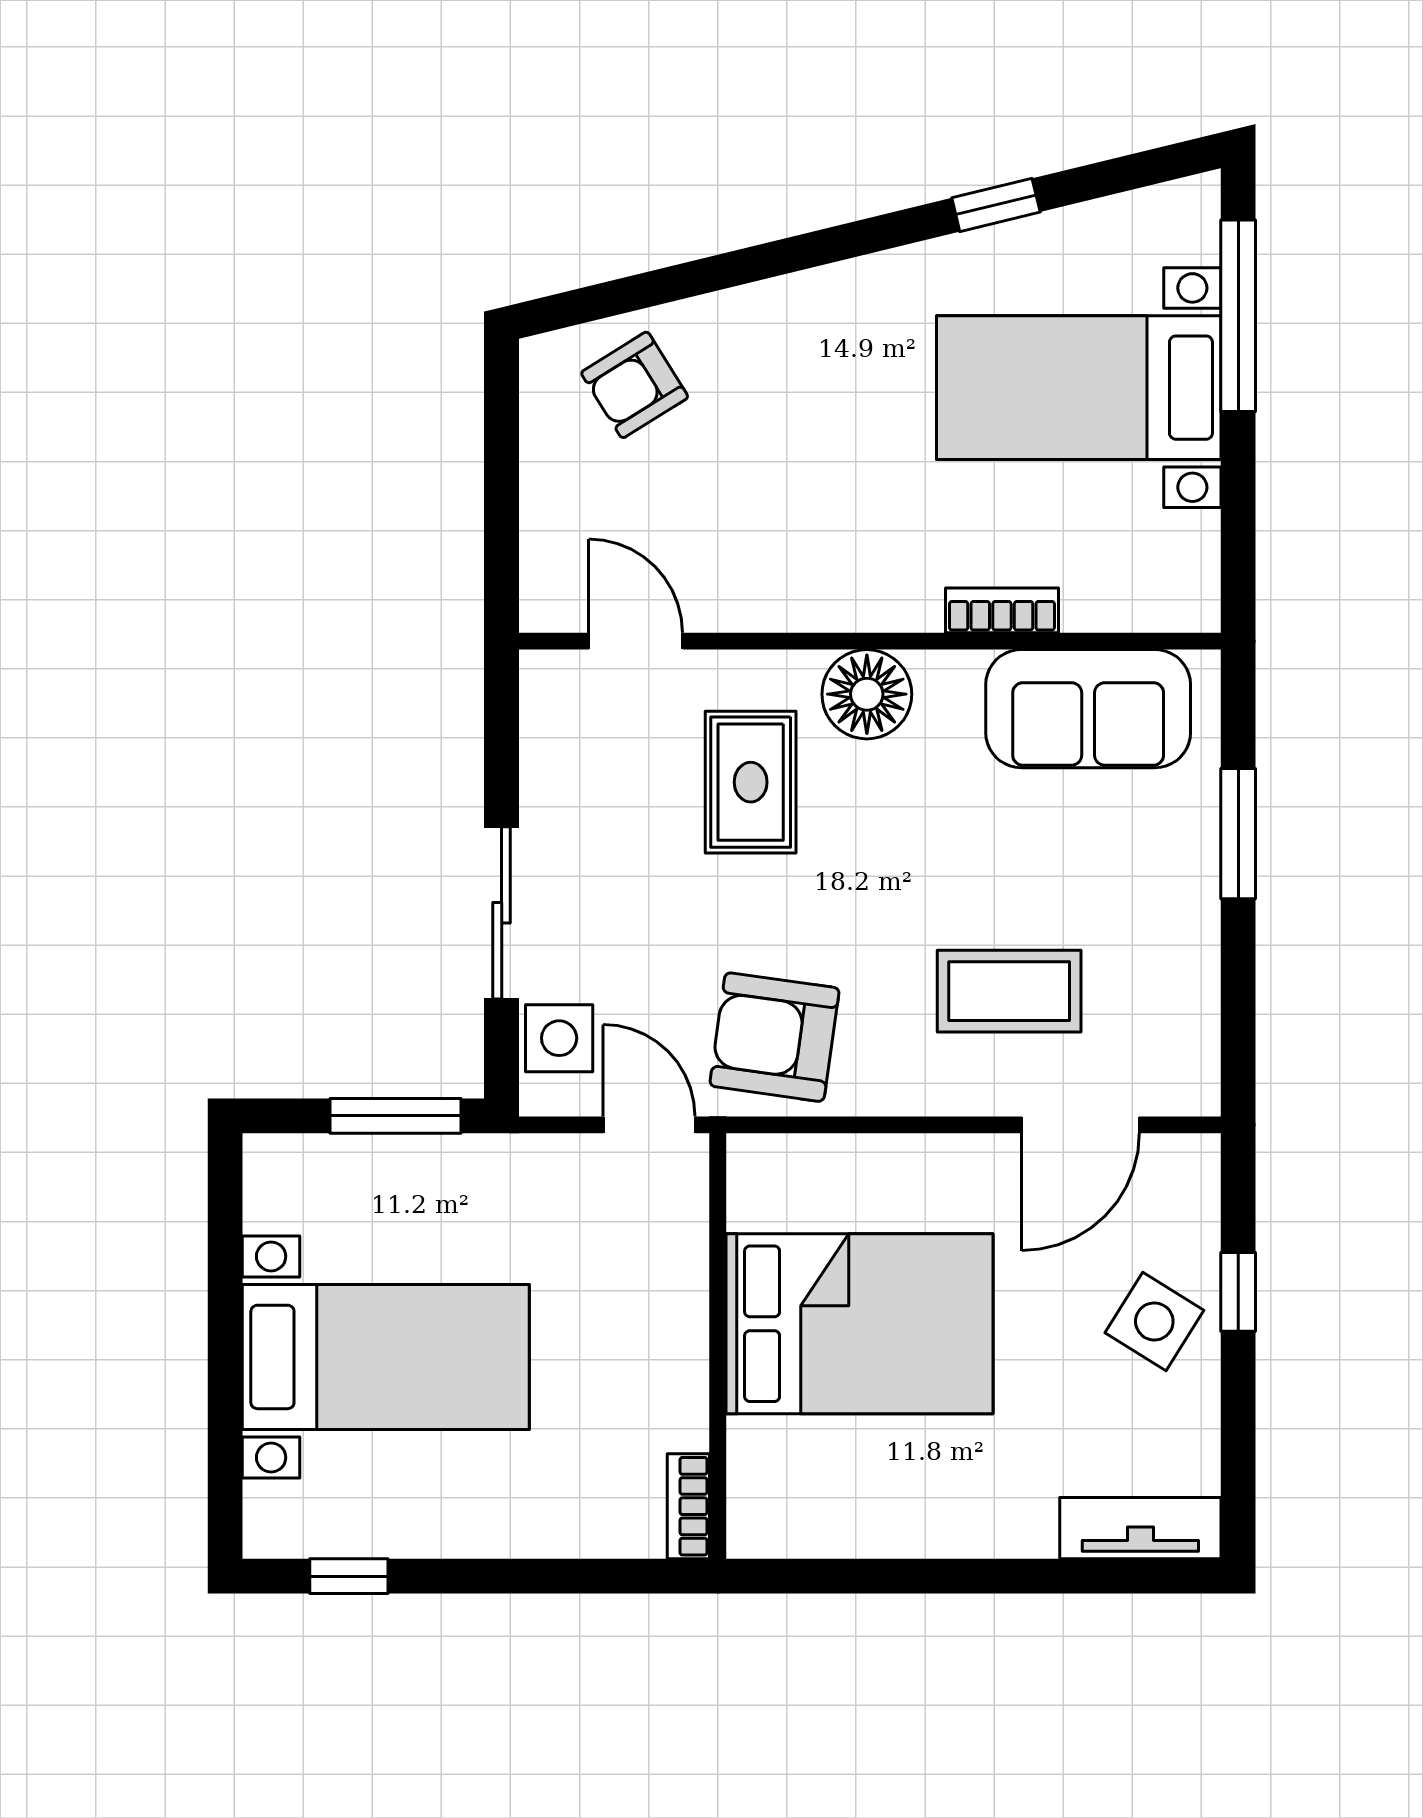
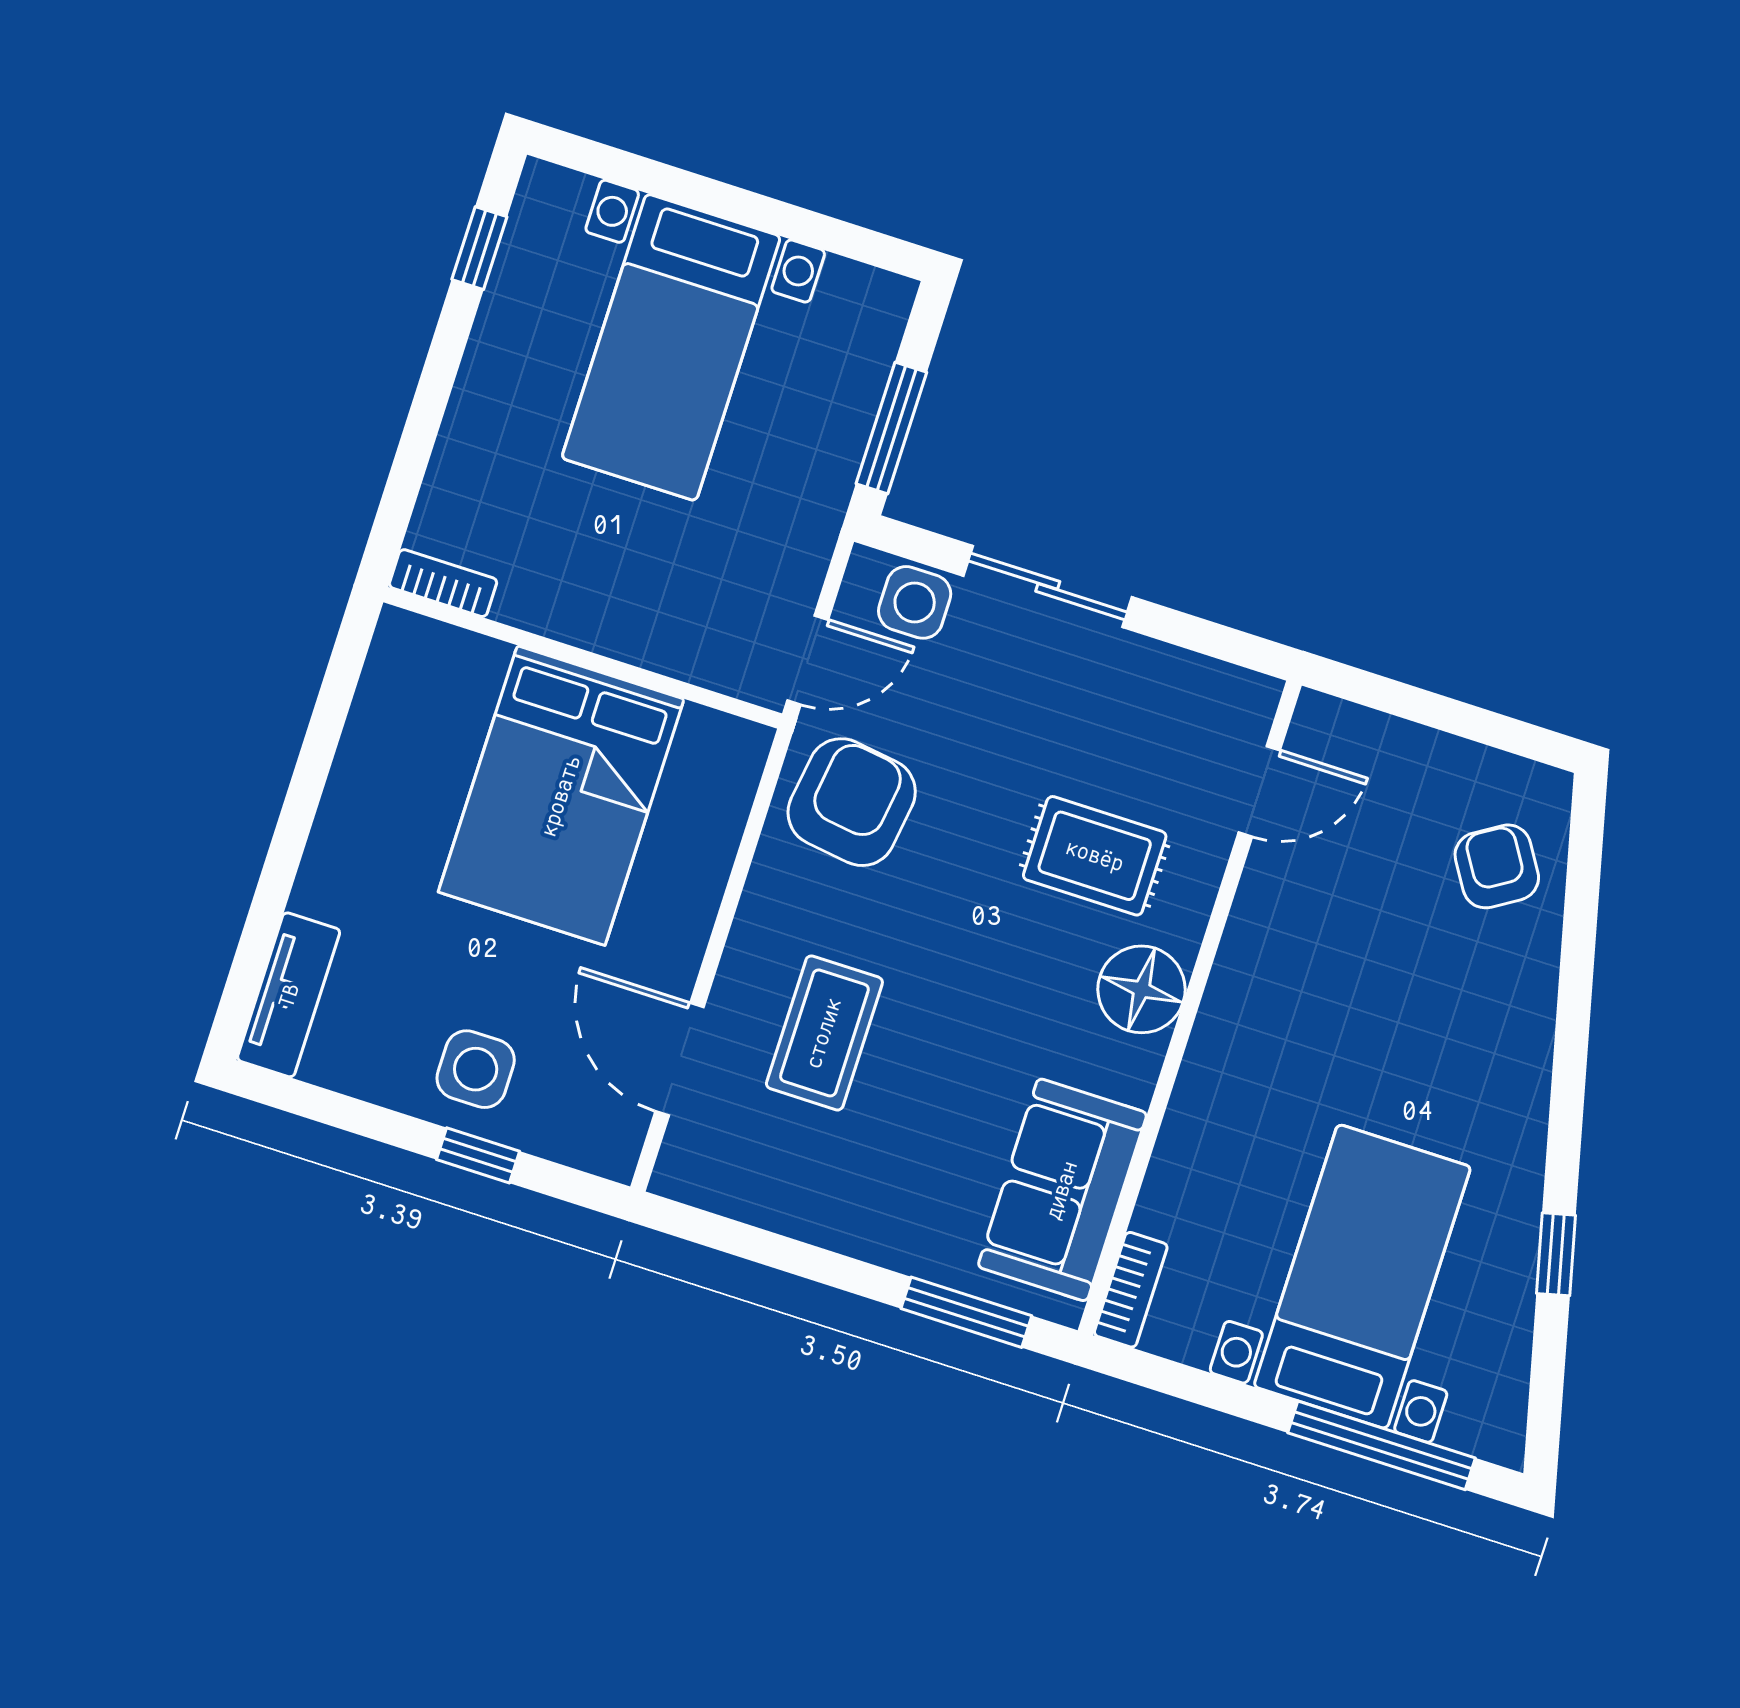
bookcase: (1002, 610) -> (1131, 1290), moved
window: (1238, 834) -> (966, 1312), moved
side table: (1154, 1321) -> (476, 1069), turned -32

